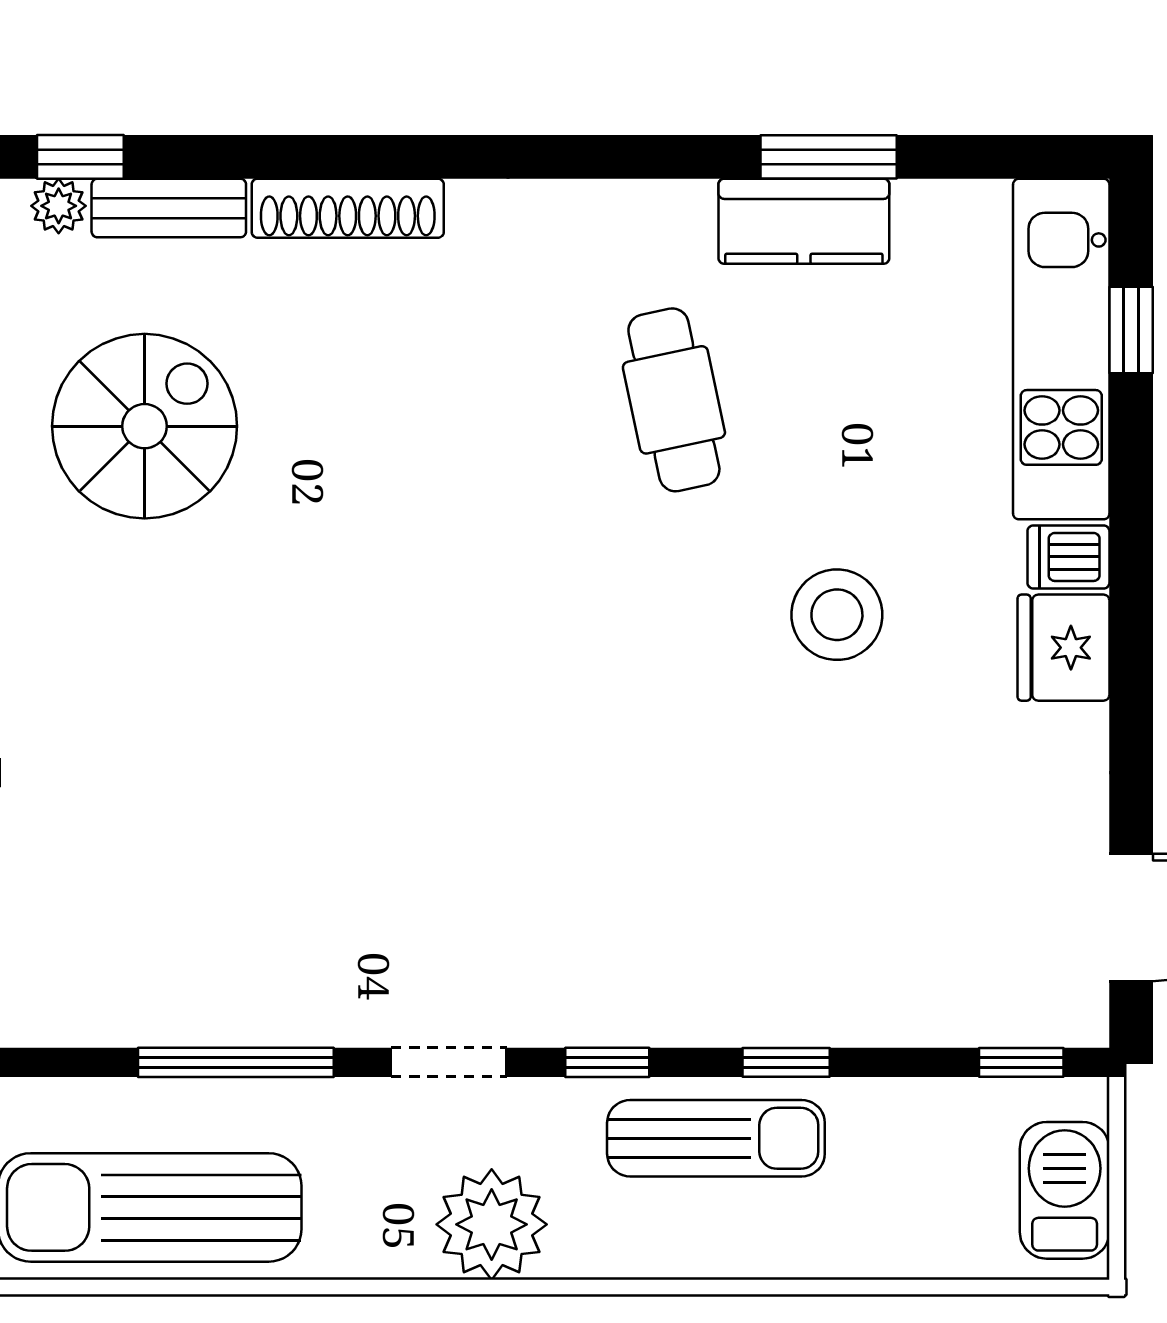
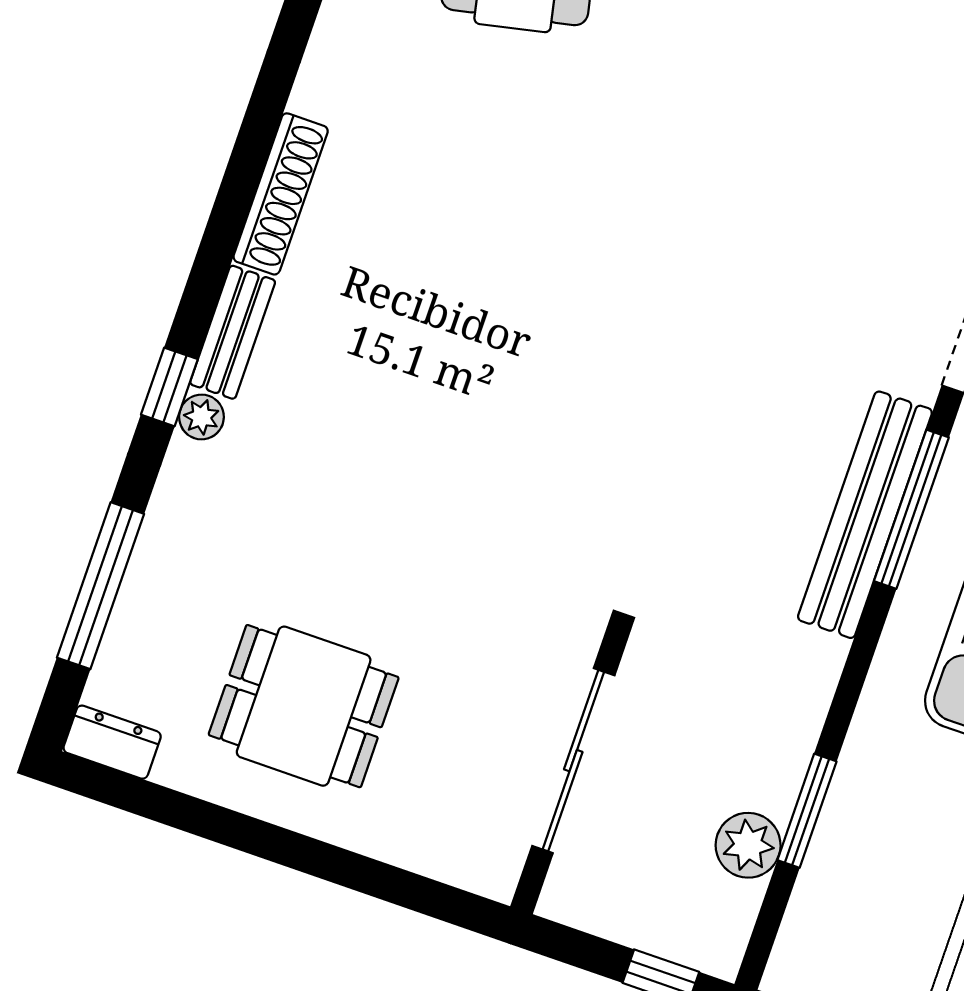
spiral stairs: (145, 426) -> (395, 409), removed
bench: (211, 1011) -> (865, 515), added

